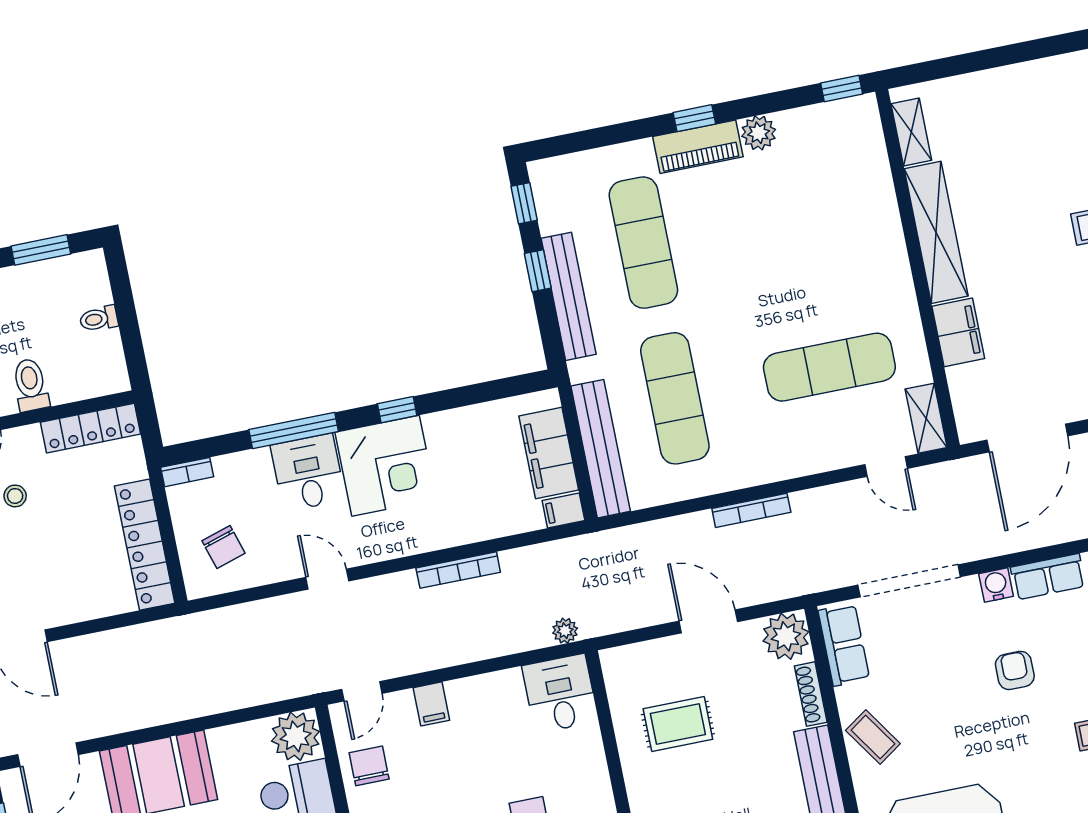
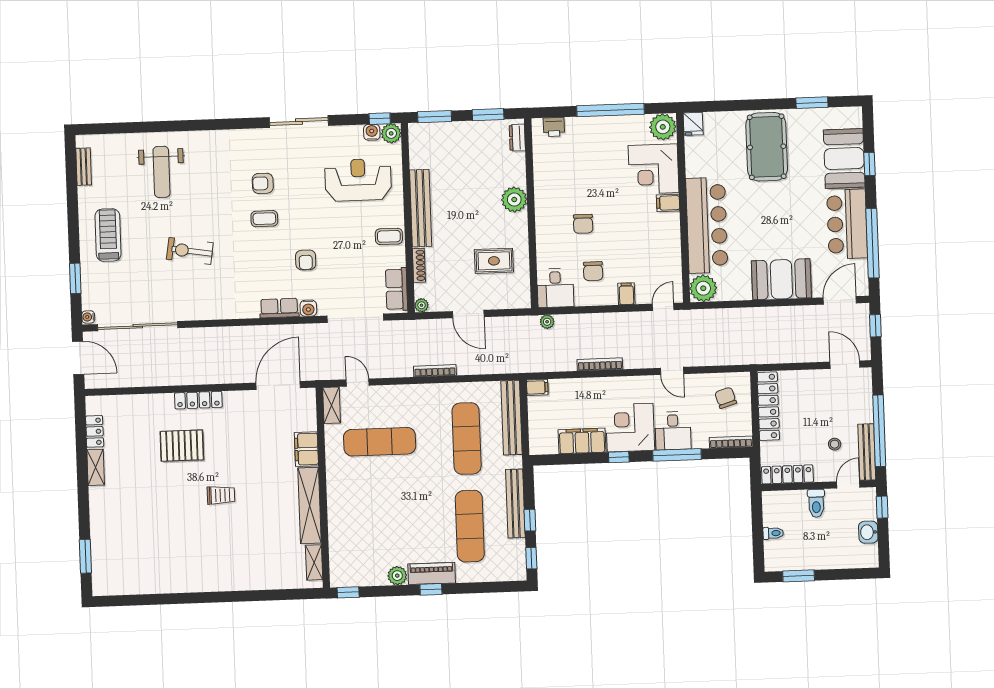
filing cabinet: (549, 453) -> (582, 441), moved, turned -90
bookcase: (187, 472) -> (731, 442), width x1.56
plant: (786, 636) -> (421, 305), width x0.53, depth x0.53
coffee table: (873, 737) -> (389, 236), turned -56
chair: (369, 766) -> (593, 271), moved

